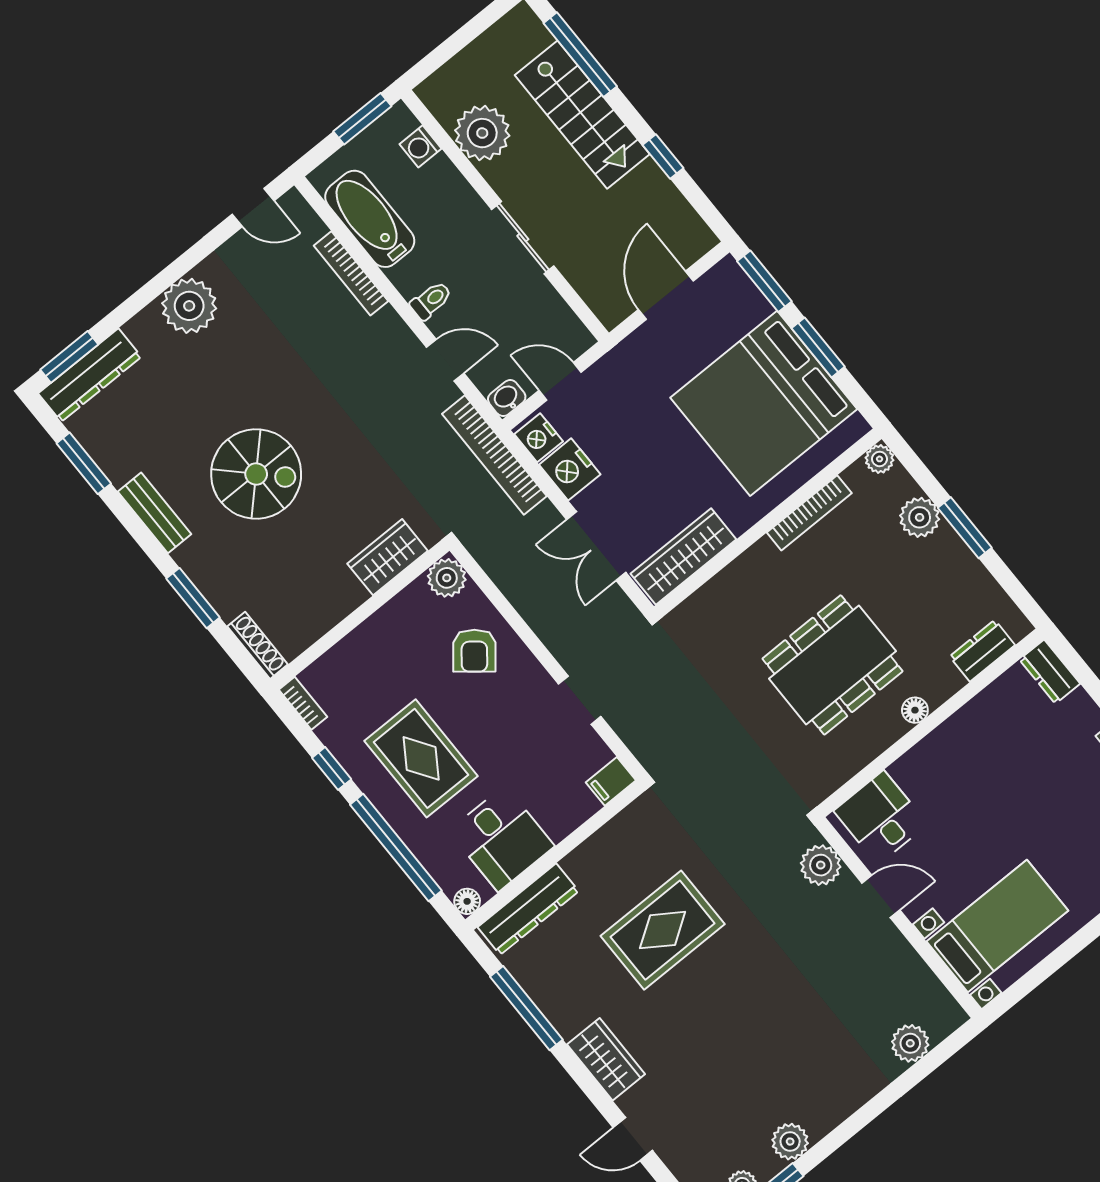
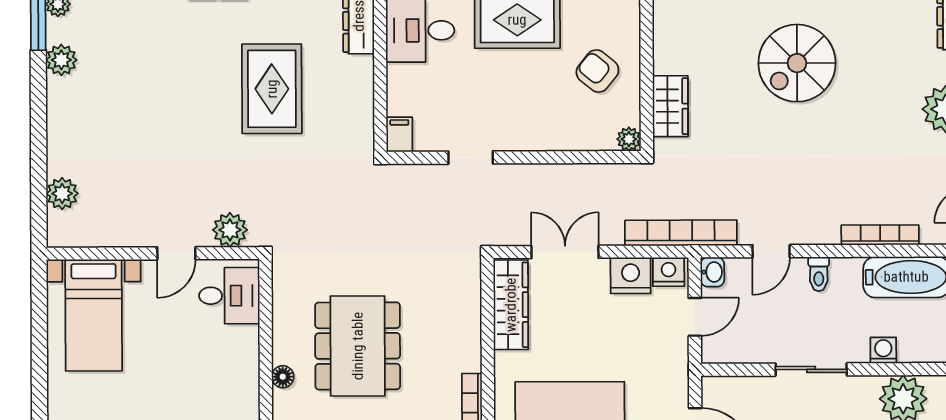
washing machine: (420, 146) -> (883, 350), moved
plant: (447, 578) -> (629, 139), width x0.73, depth x0.73
armchair: (474, 651) -> (597, 71), moved

